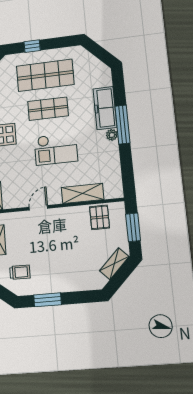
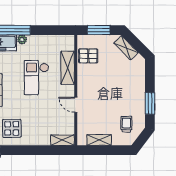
checkout: (56, 149) -> (36, 78), moved, turned 180

